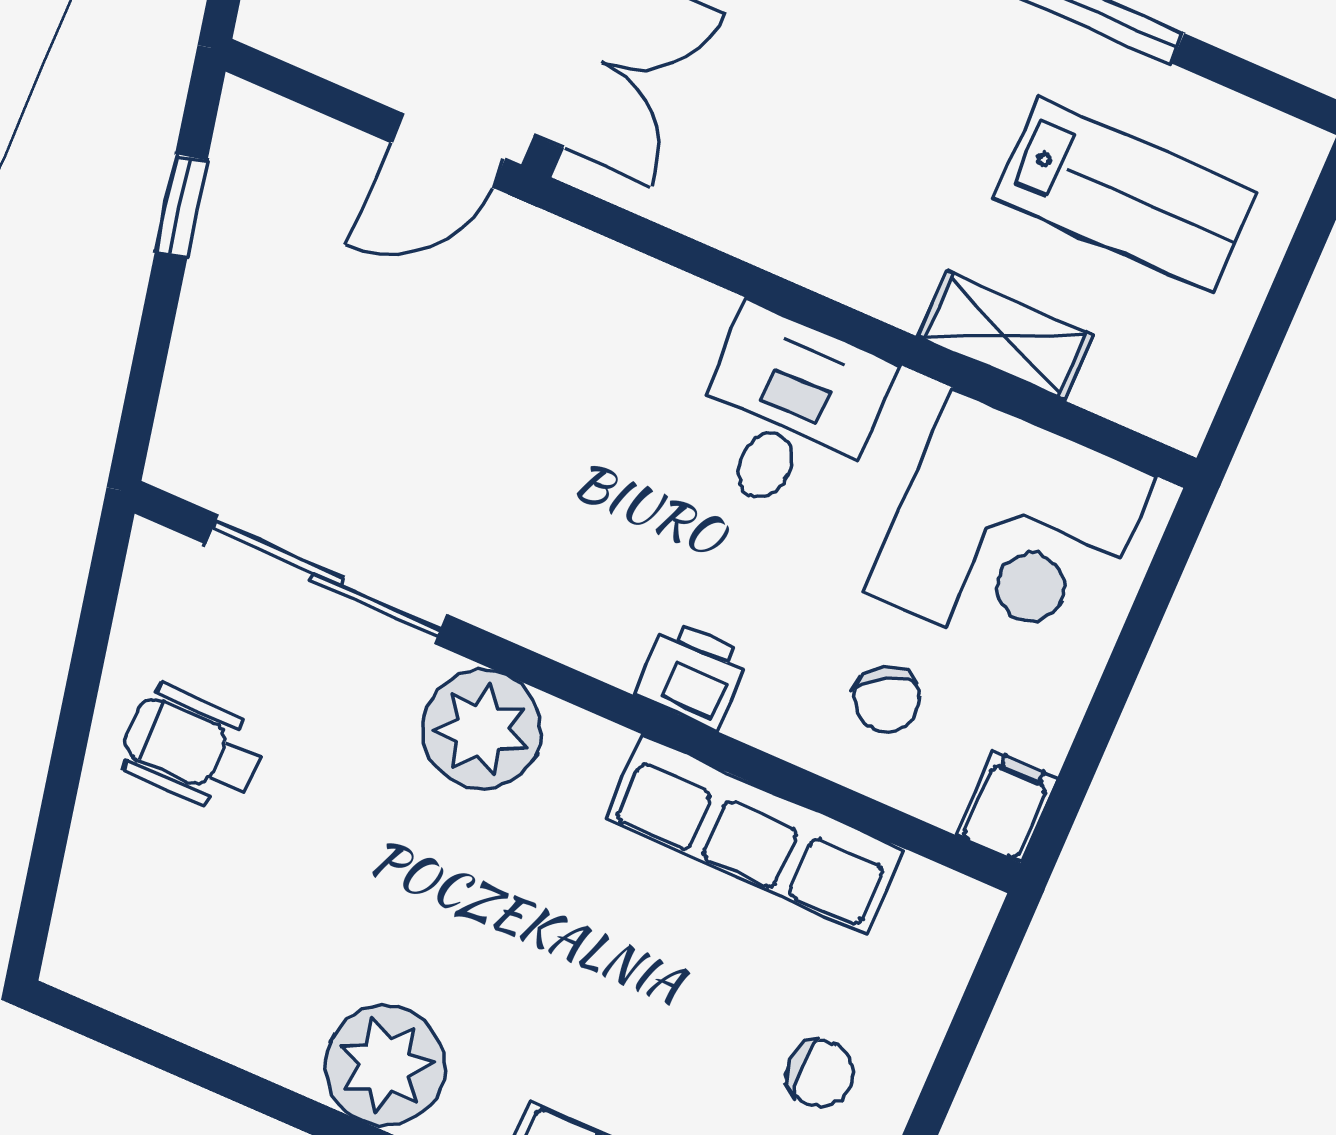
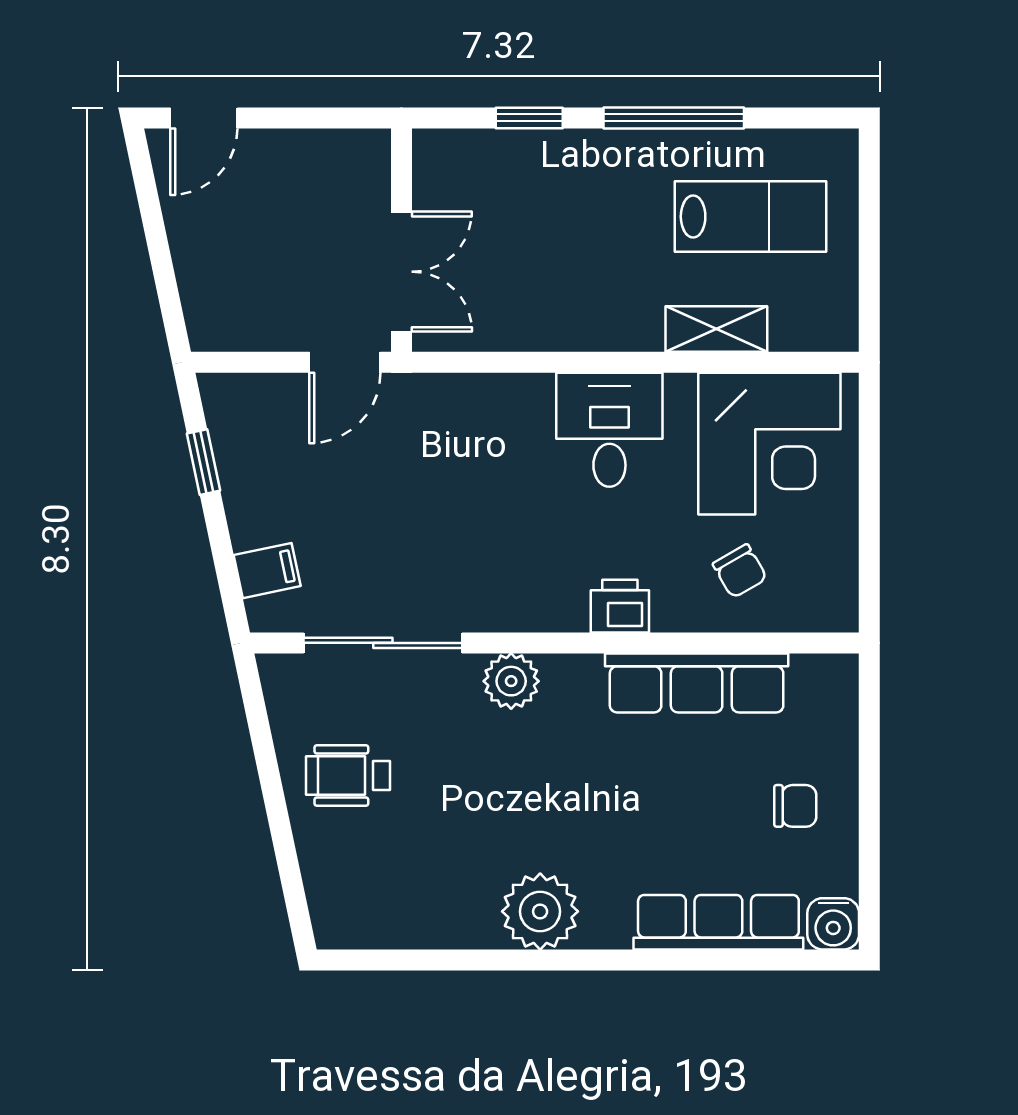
plant: (482, 729) -> (511, 681), width x0.73, depth x0.73
filing cabinet: (1007, 807) -> (267, 571), moved, turned 78

